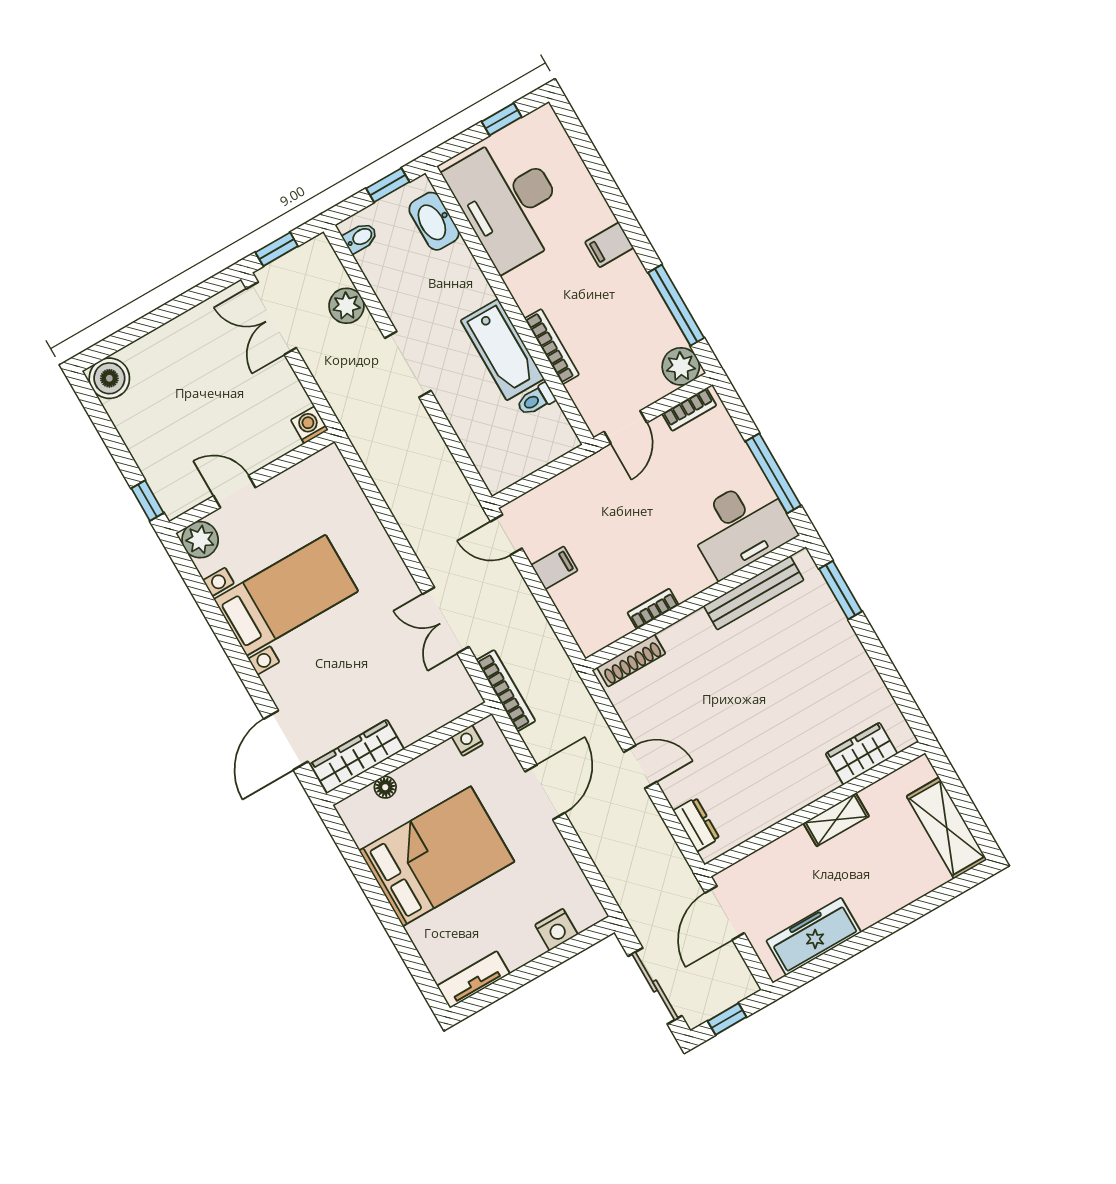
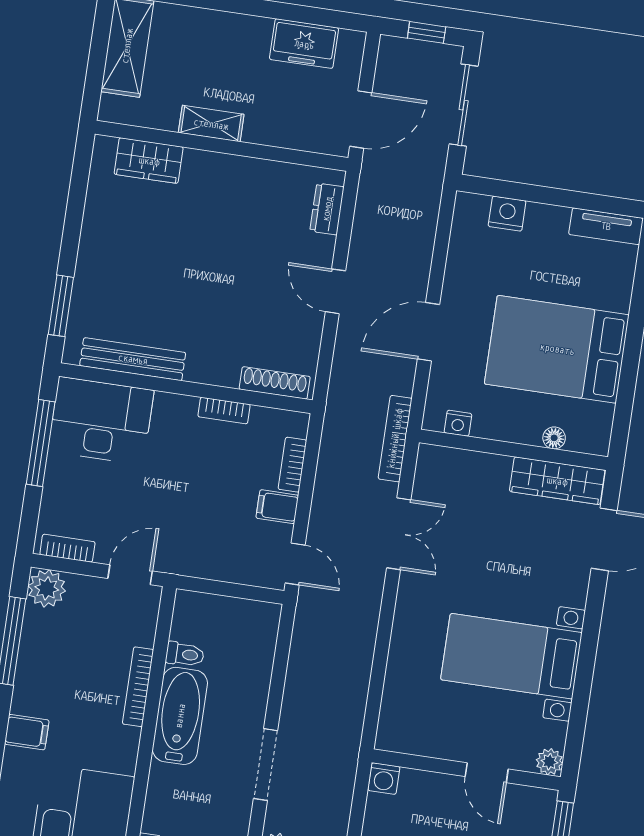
plant: (200, 540) -> (549, 762), width x0.73, depth x0.73
bookcase: (568, 609) -> (292, 465), added
freezer: (814, 937) -> (304, 44), width x0.71

